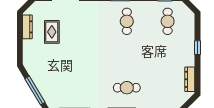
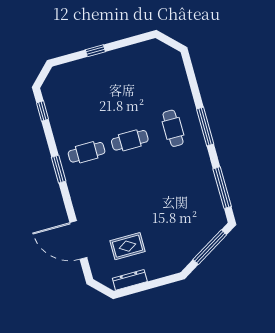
cafe table: (168, 21) -> (130, 140), moved
dresser: (190, 79) -> (139, 49), removed

